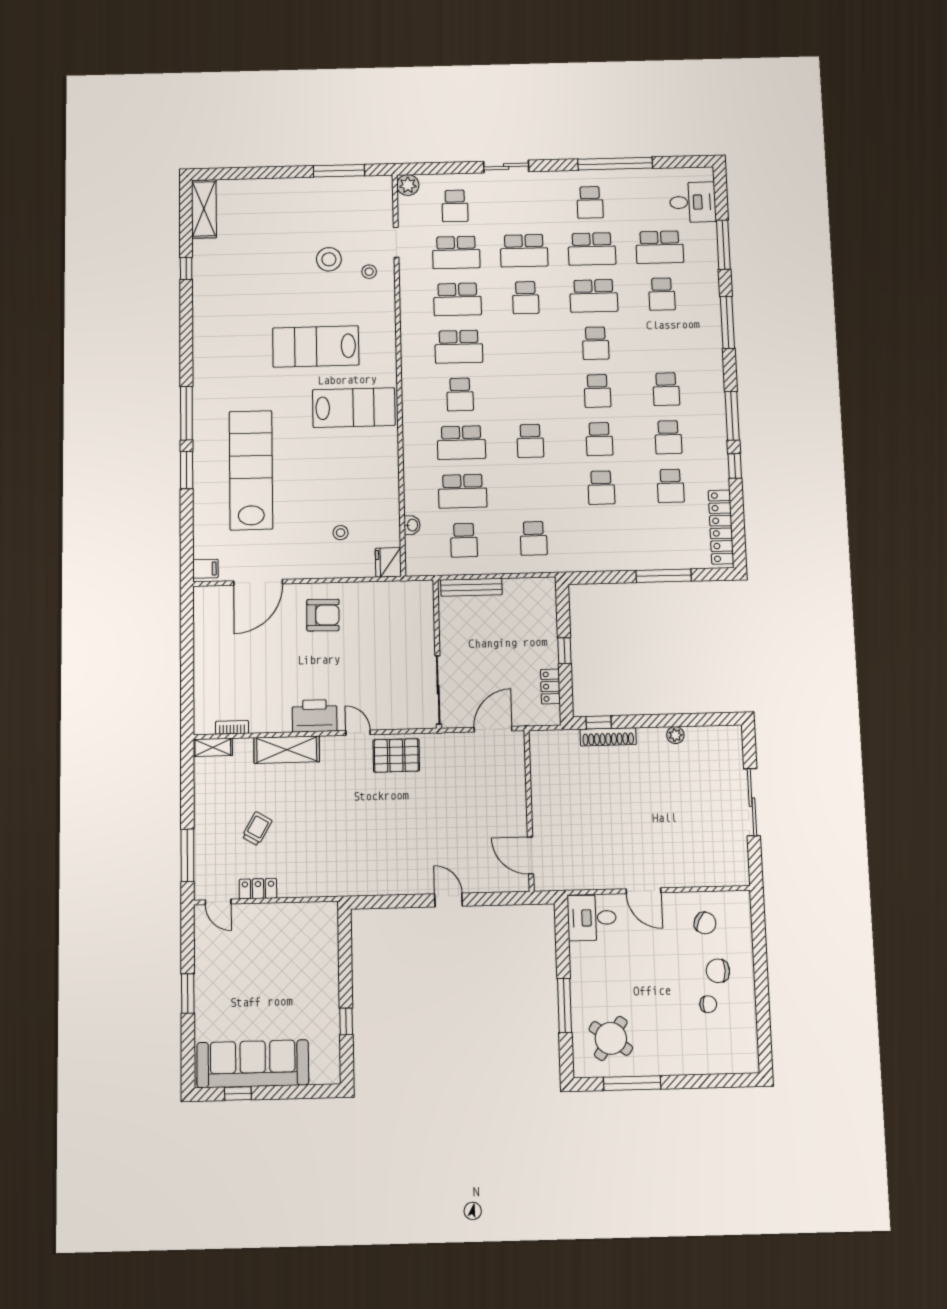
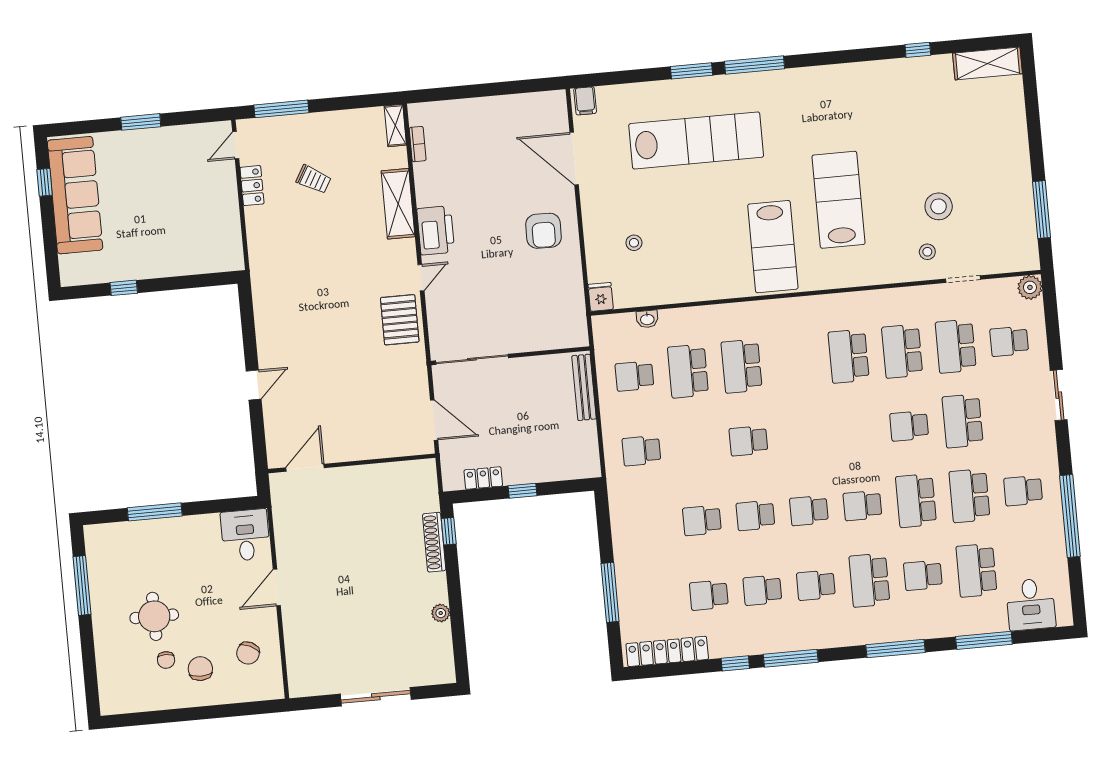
school desk: (460, 394) -> (869, 580), moved, width x1.85
fridge: (388, 562) -> (601, 297), width x0.72
round table: (611, 1038) -> (154, 616), moved, turned -35

